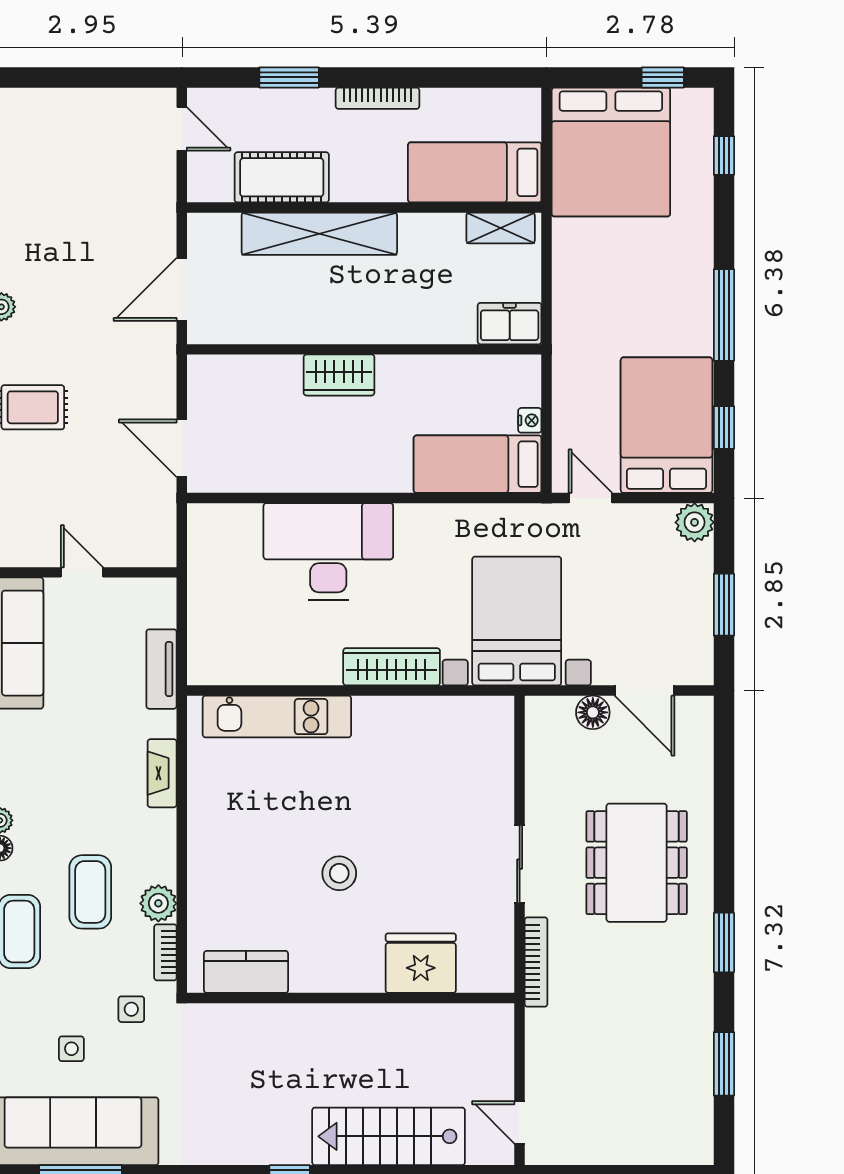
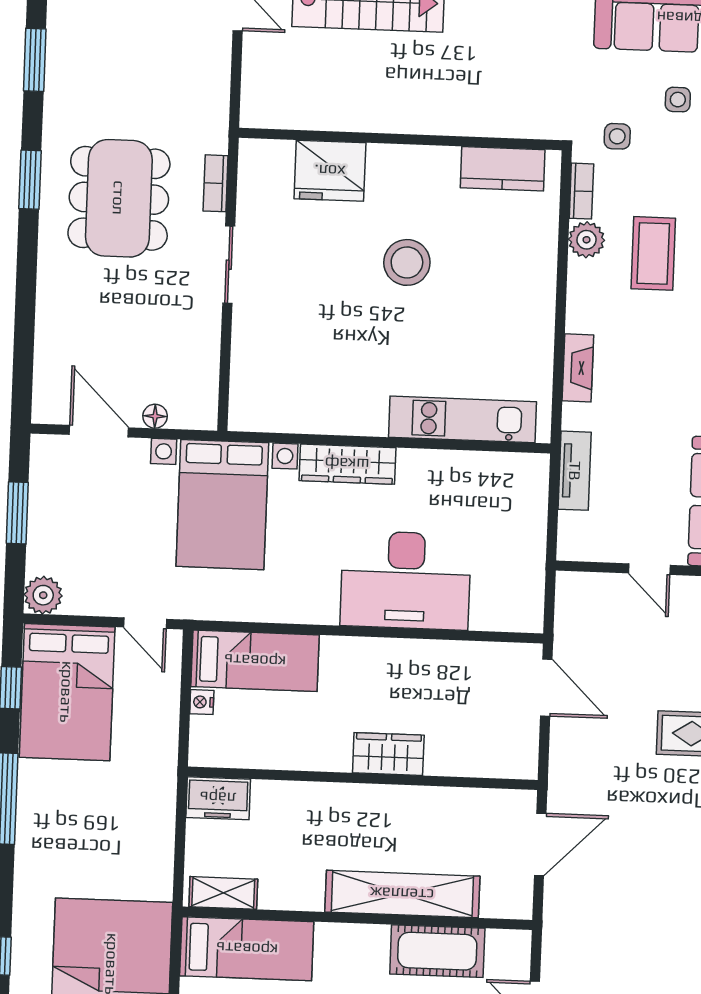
floor lamp: (593, 712) -> (155, 416), width x0.73, depth x0.73
dining table: (637, 863) -> (119, 198), moved
stool: (339, 873) -> (407, 262), width x1.38, depth x1.38
bookcase: (536, 962) -> (216, 183), width x0.64

